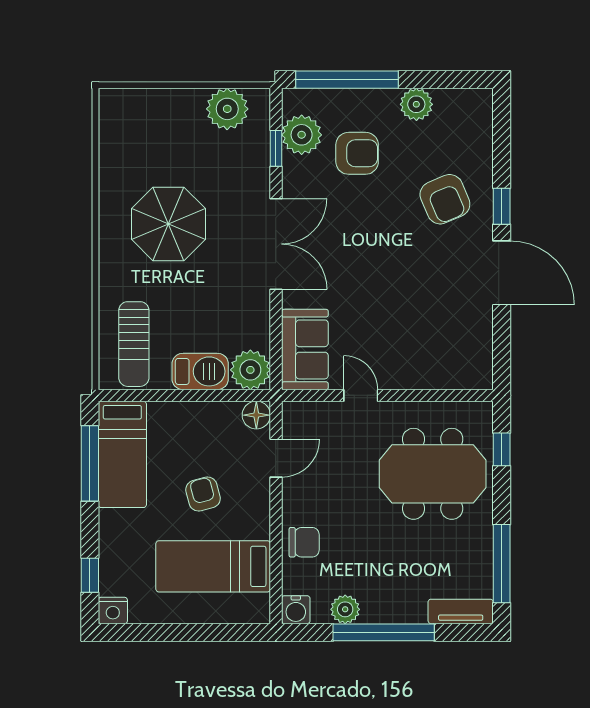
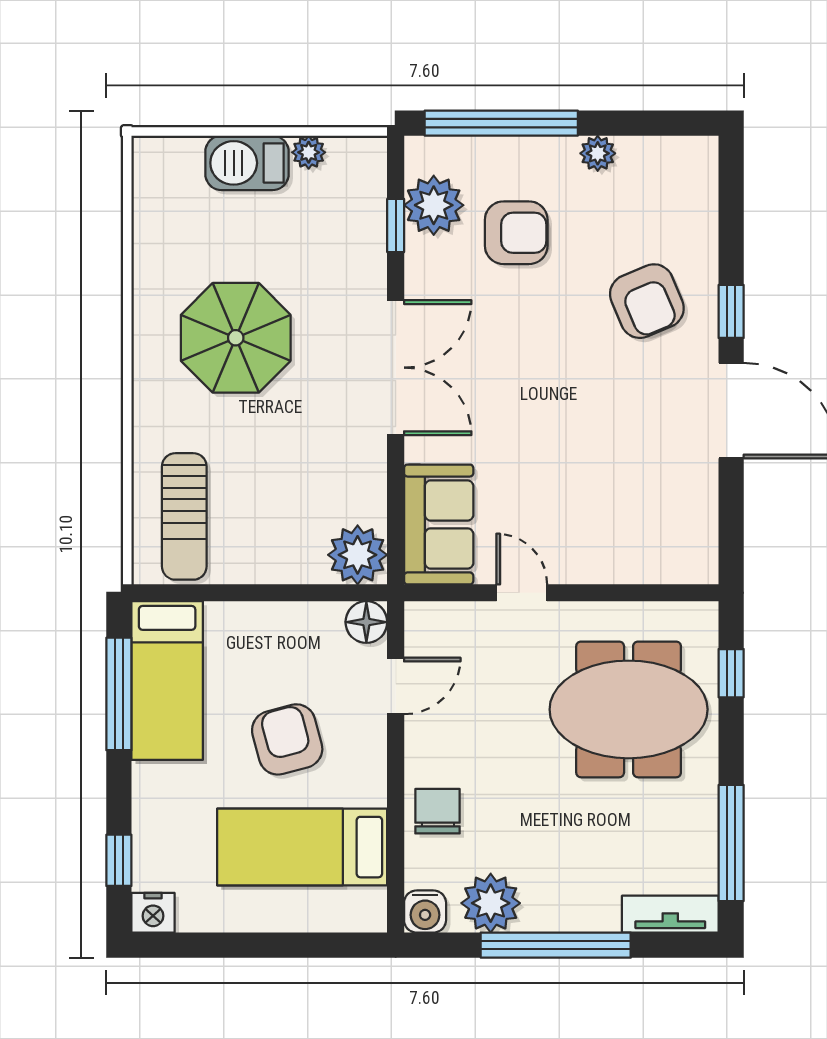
plant: (416, 104) -> (598, 153), width x0.73, depth x0.73
plant: (227, 109) -> (309, 152), width x0.53, depth x0.53
barbecue: (200, 371) -> (247, 163), moved, turned 180
armchair: (203, 494) -> (287, 739), width x1.38, depth x1.38
chair: (304, 542) -> (438, 811), turned -90
plant: (345, 609) -> (491, 903), width x1.36, depth x1.36

